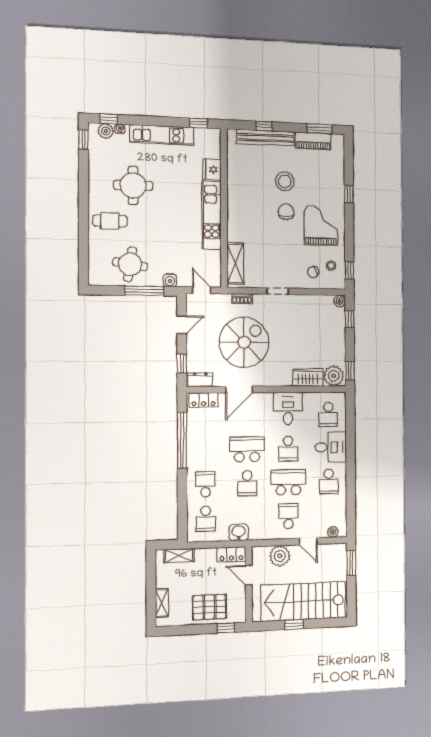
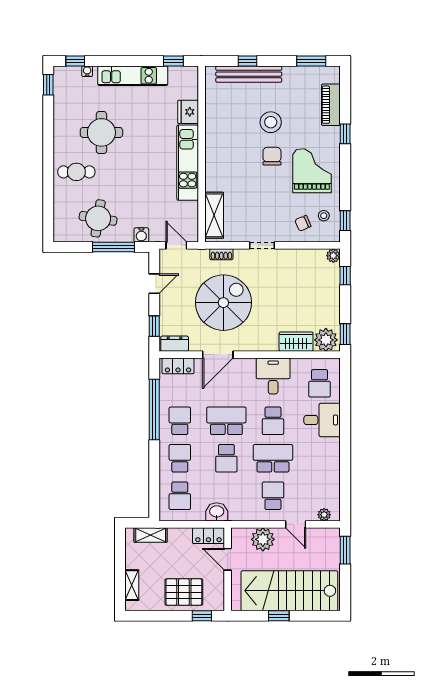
plant: (106, 131) -> (72, 74), removed
piano: (313, 141) -> (331, 105), moved, turned 90
school desk: (329, 481) -> (180, 421), moved, turned 180

